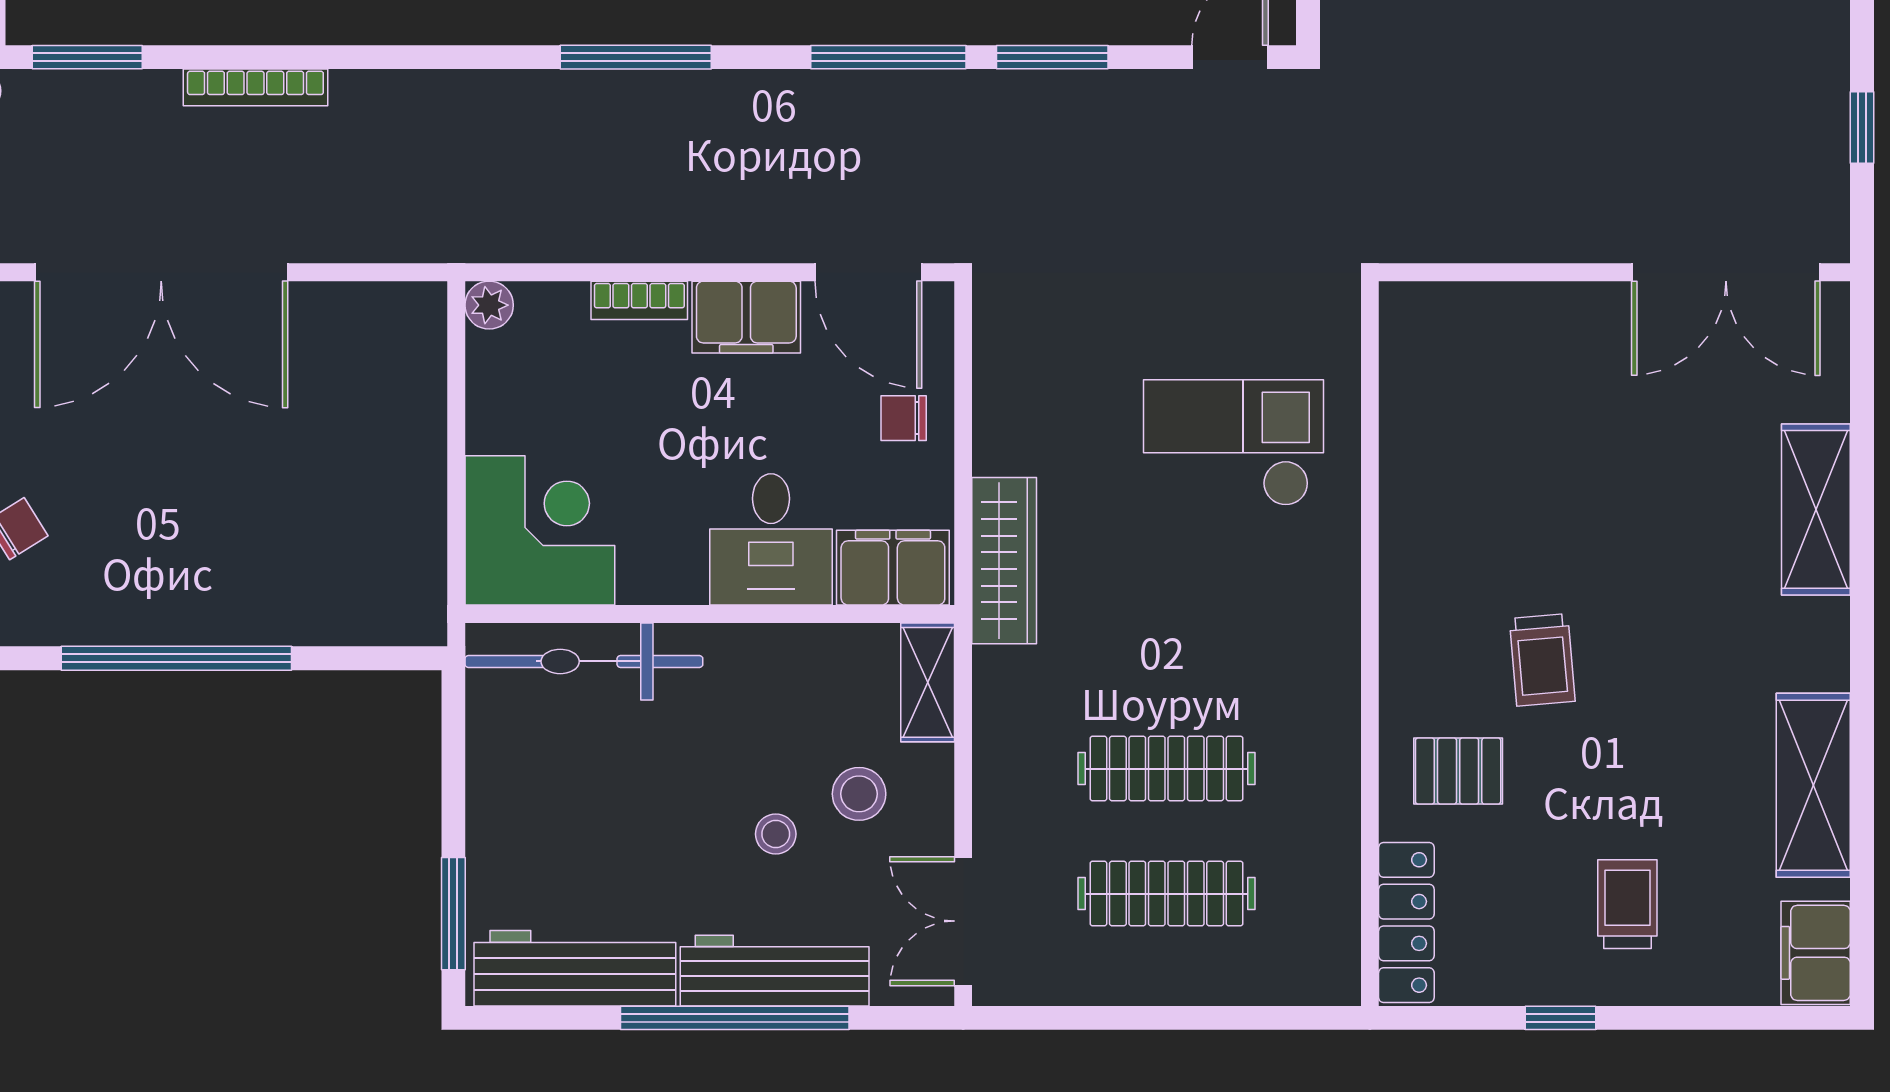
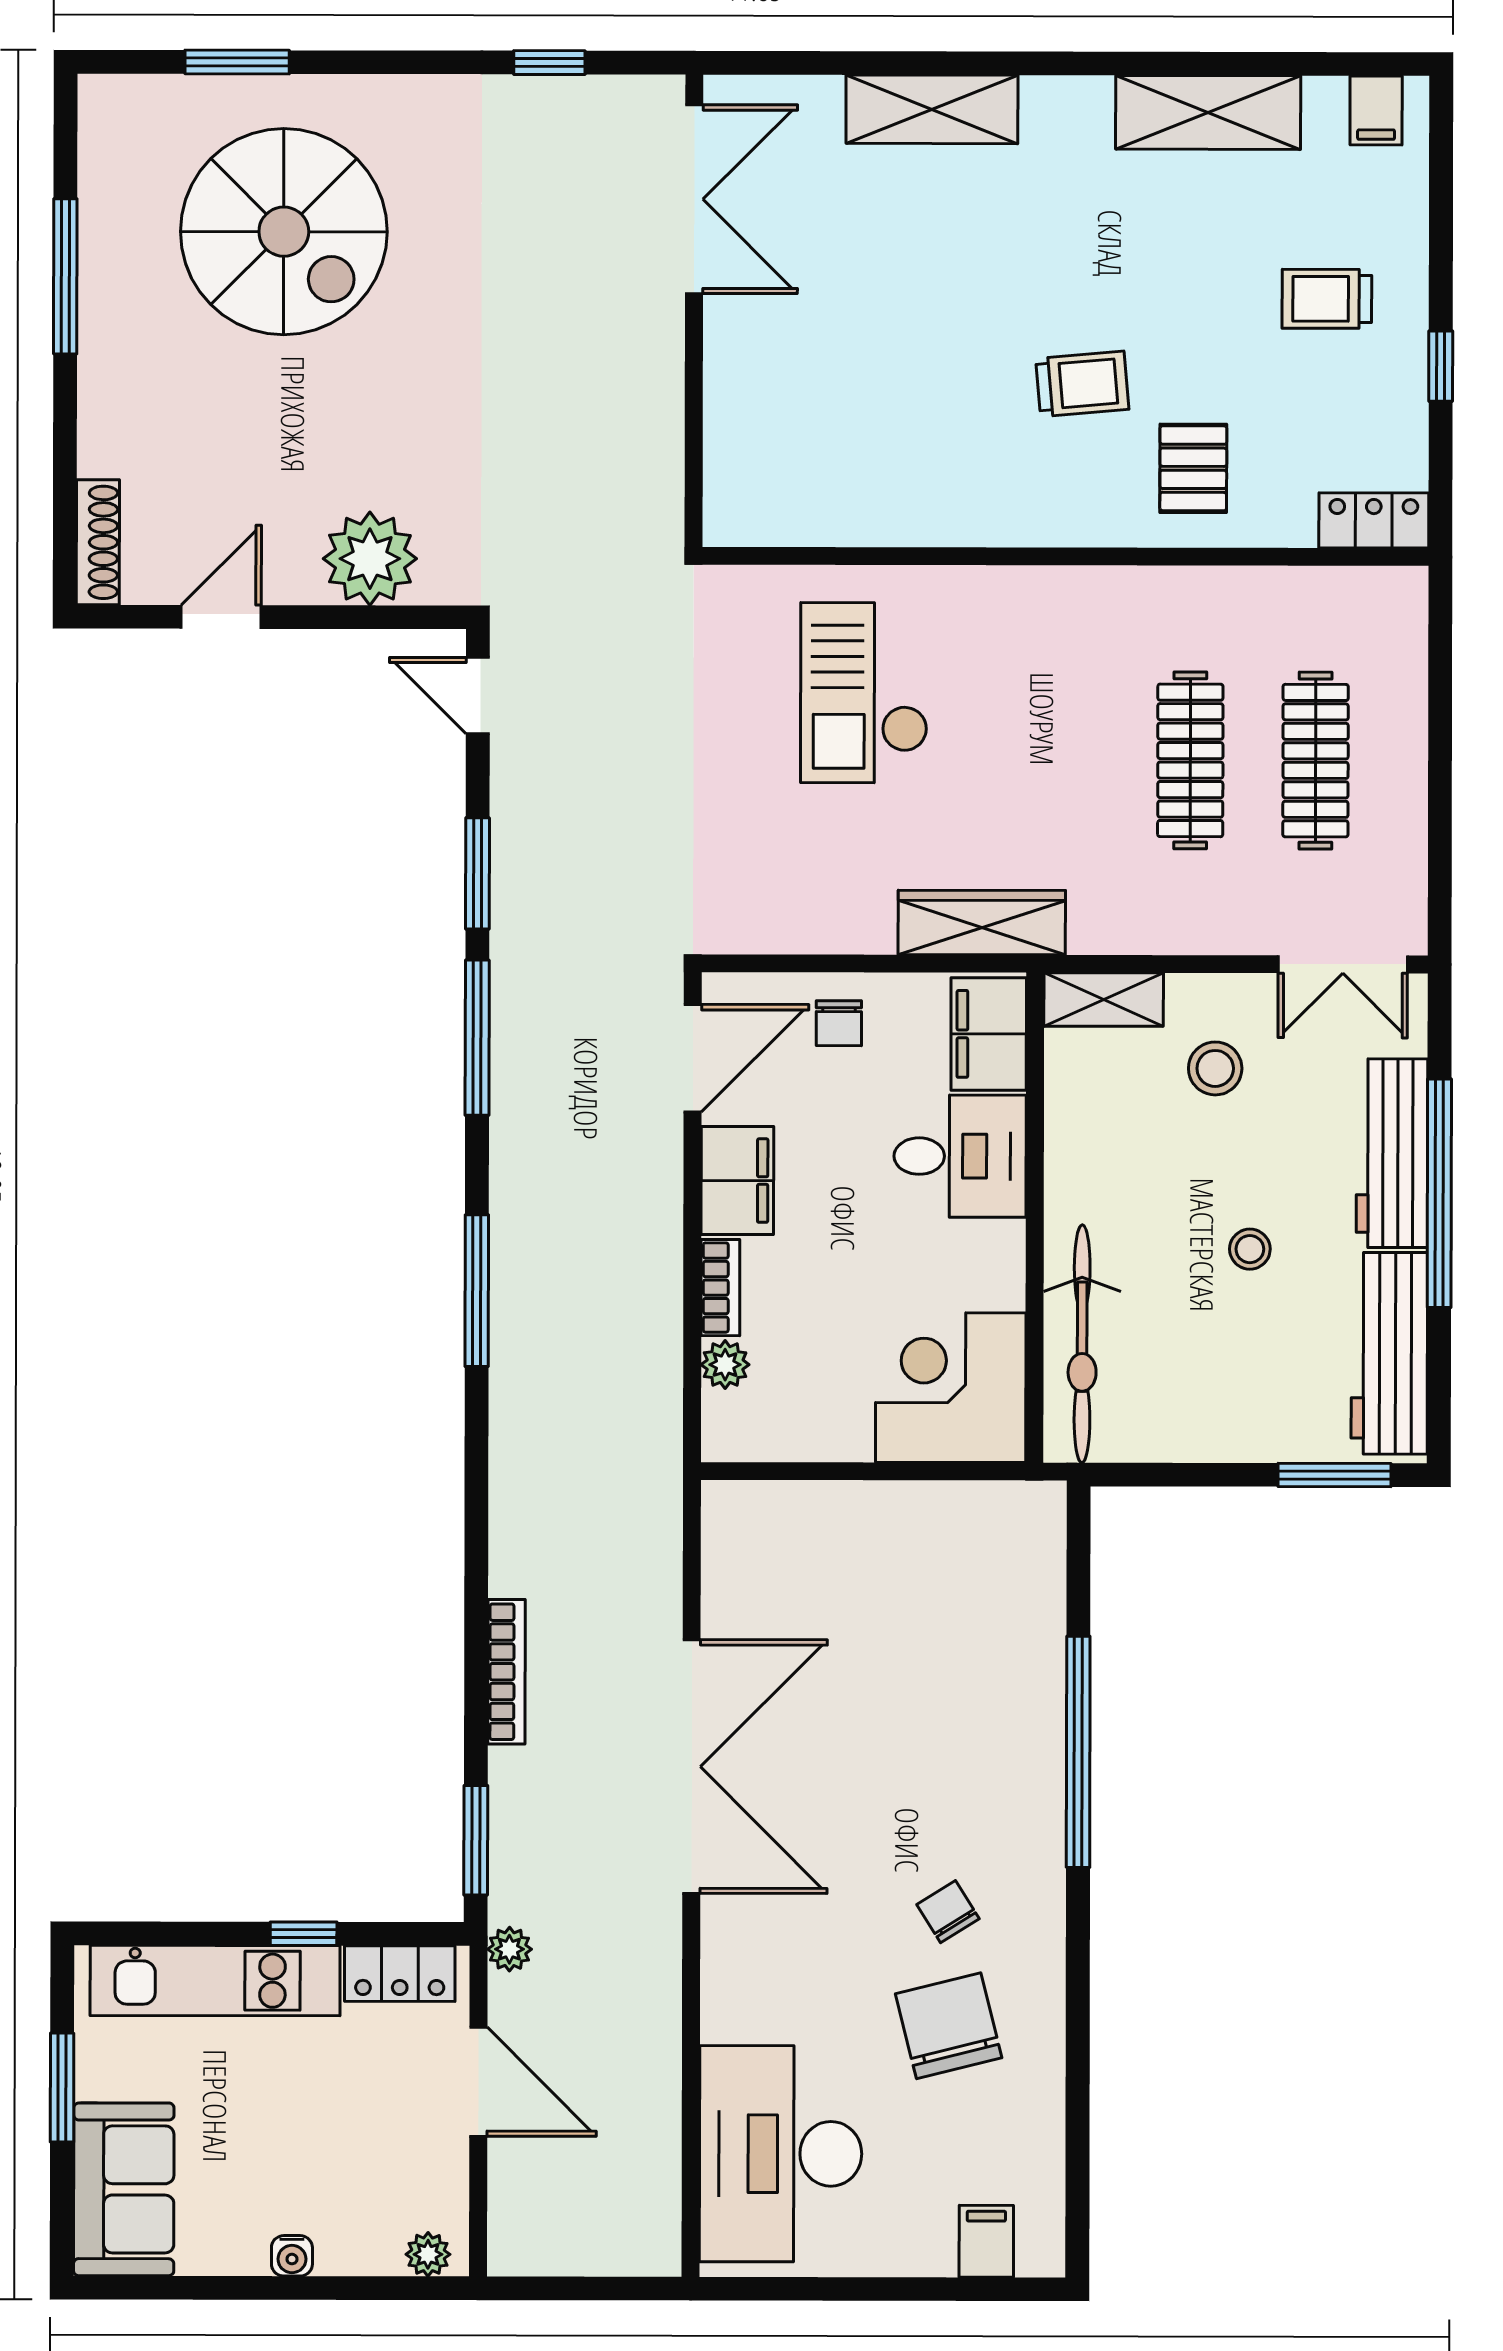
plant: (489, 305) -> (725, 1365), moved
stool: (776, 834) -> (1250, 1249), moved
locker: (1406, 922) -> (1374, 520), width x0.66
filing cabinet: (1816, 953) -> (1376, 110), width x0.50

